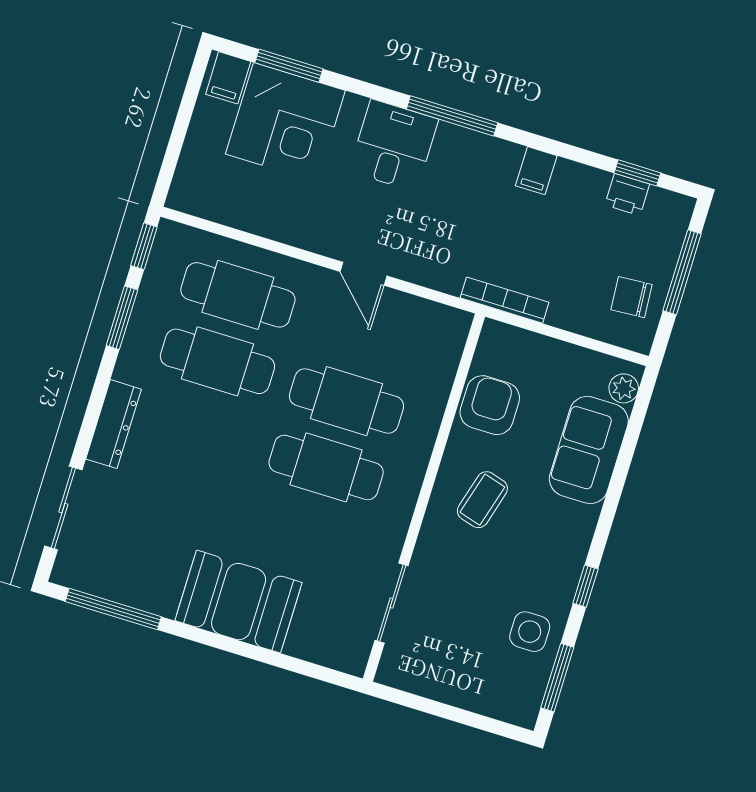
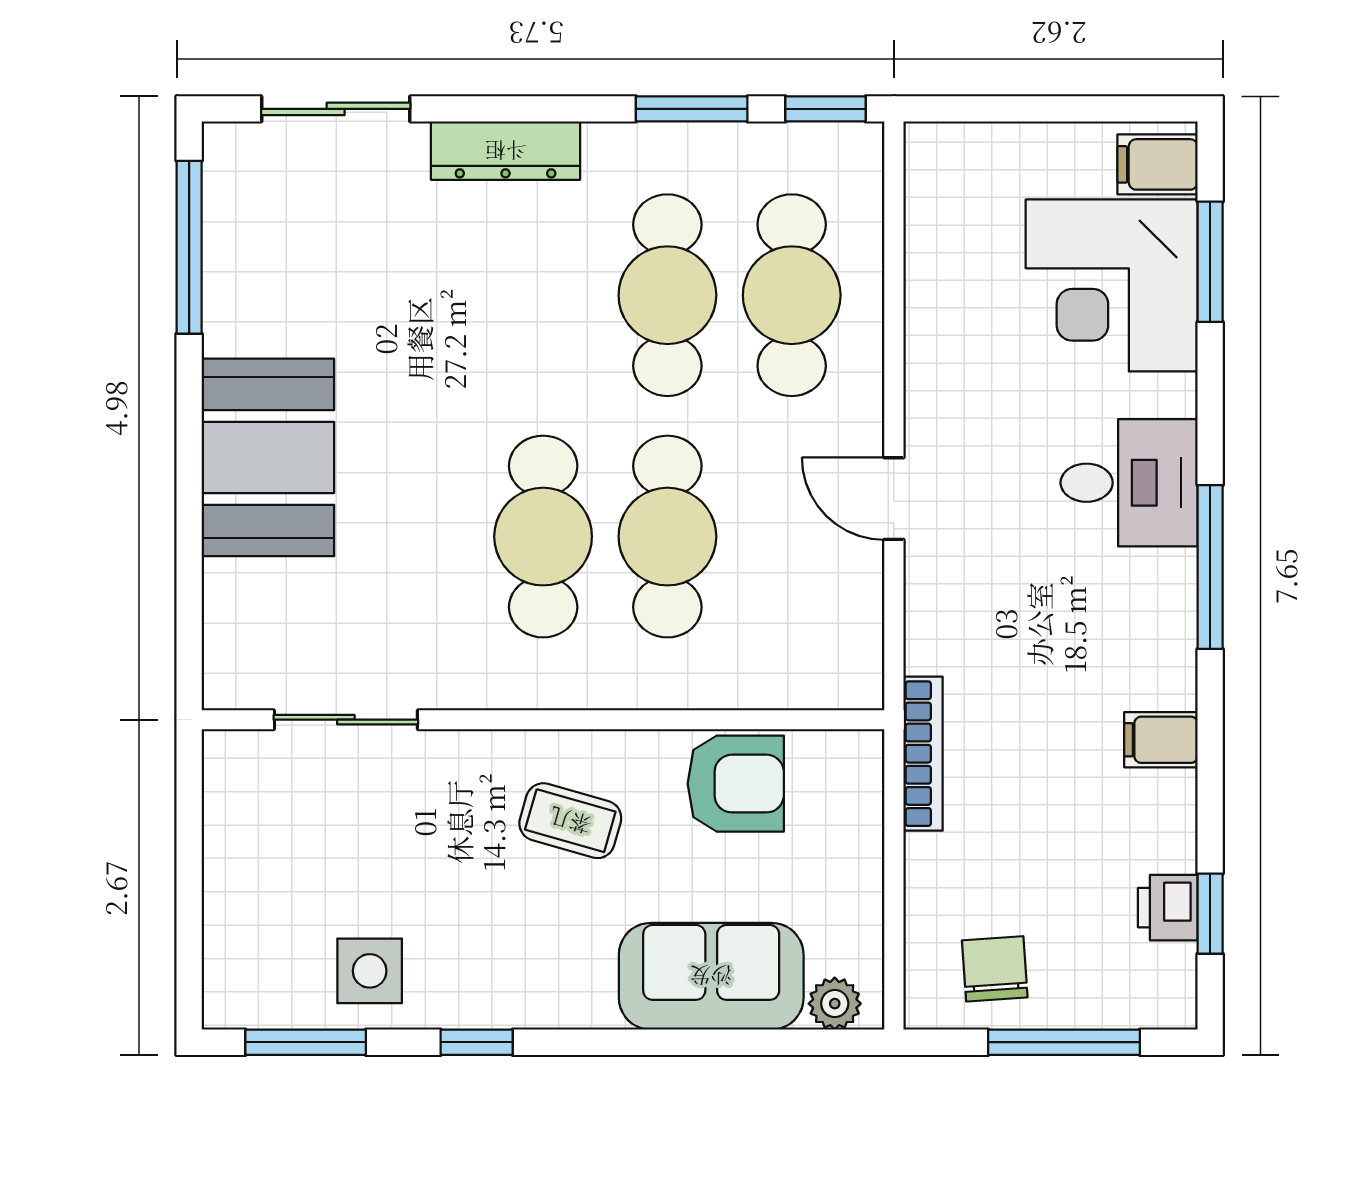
door: (364, 274) -> (894, 499), hinge flipped

